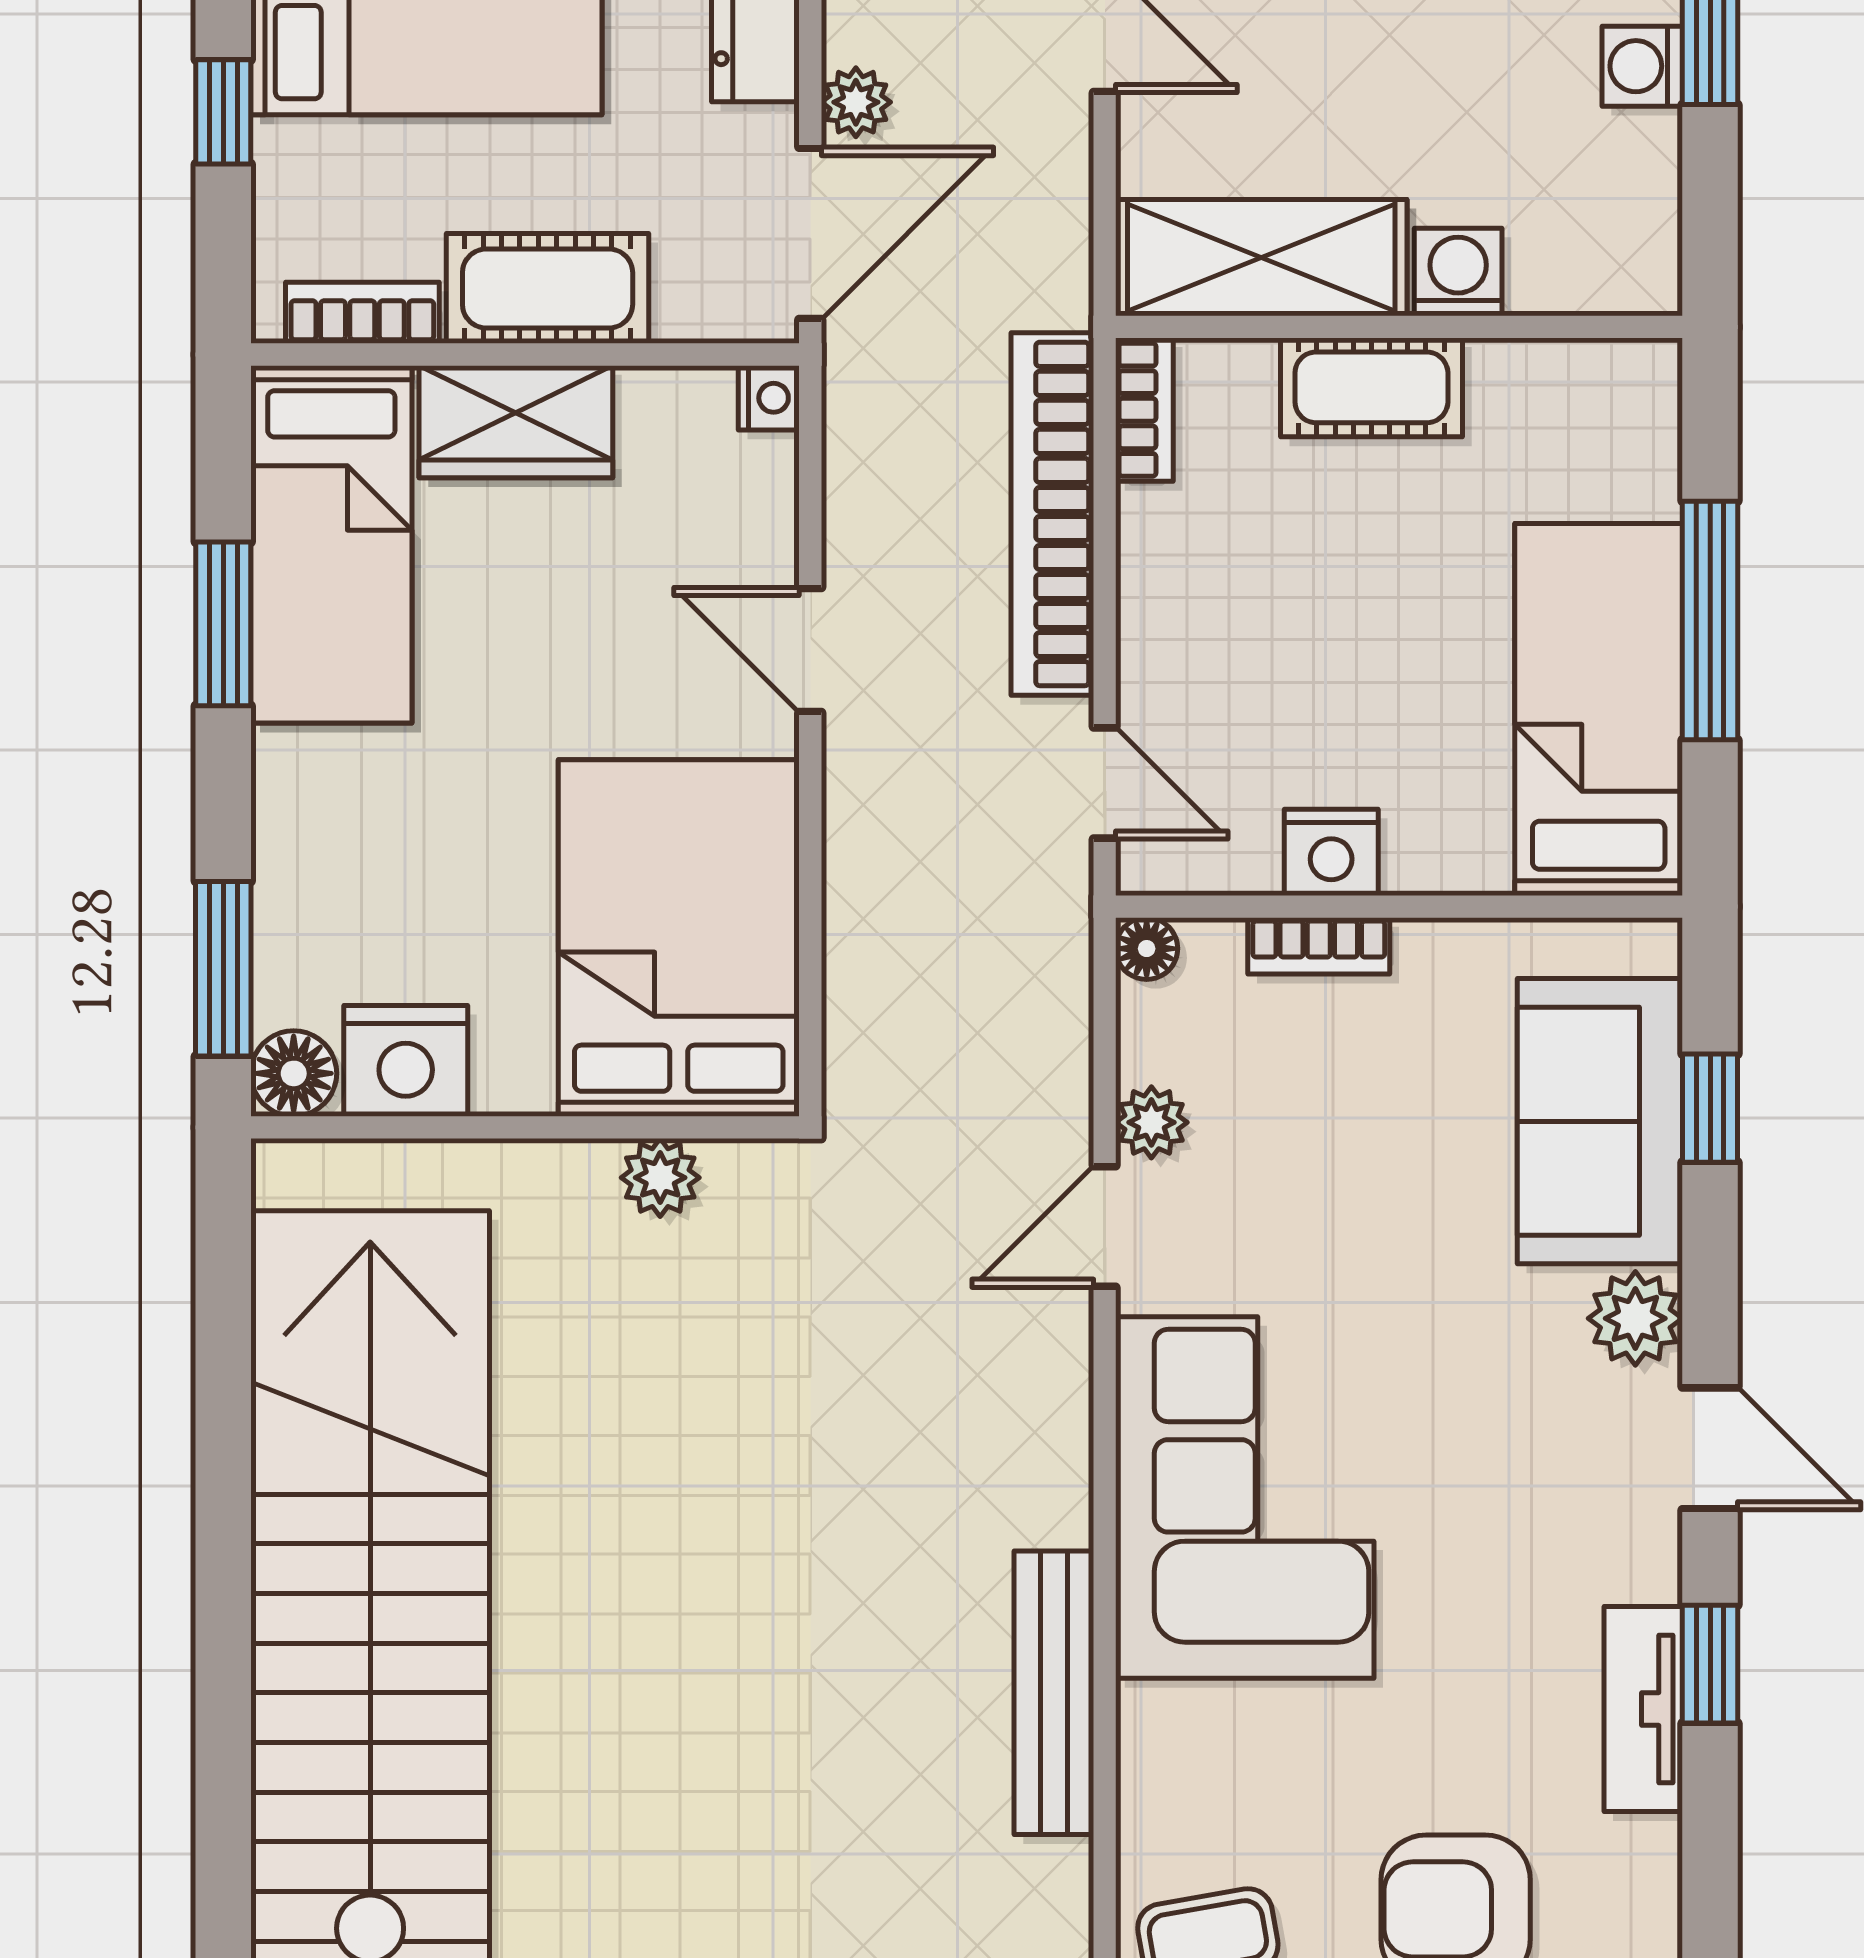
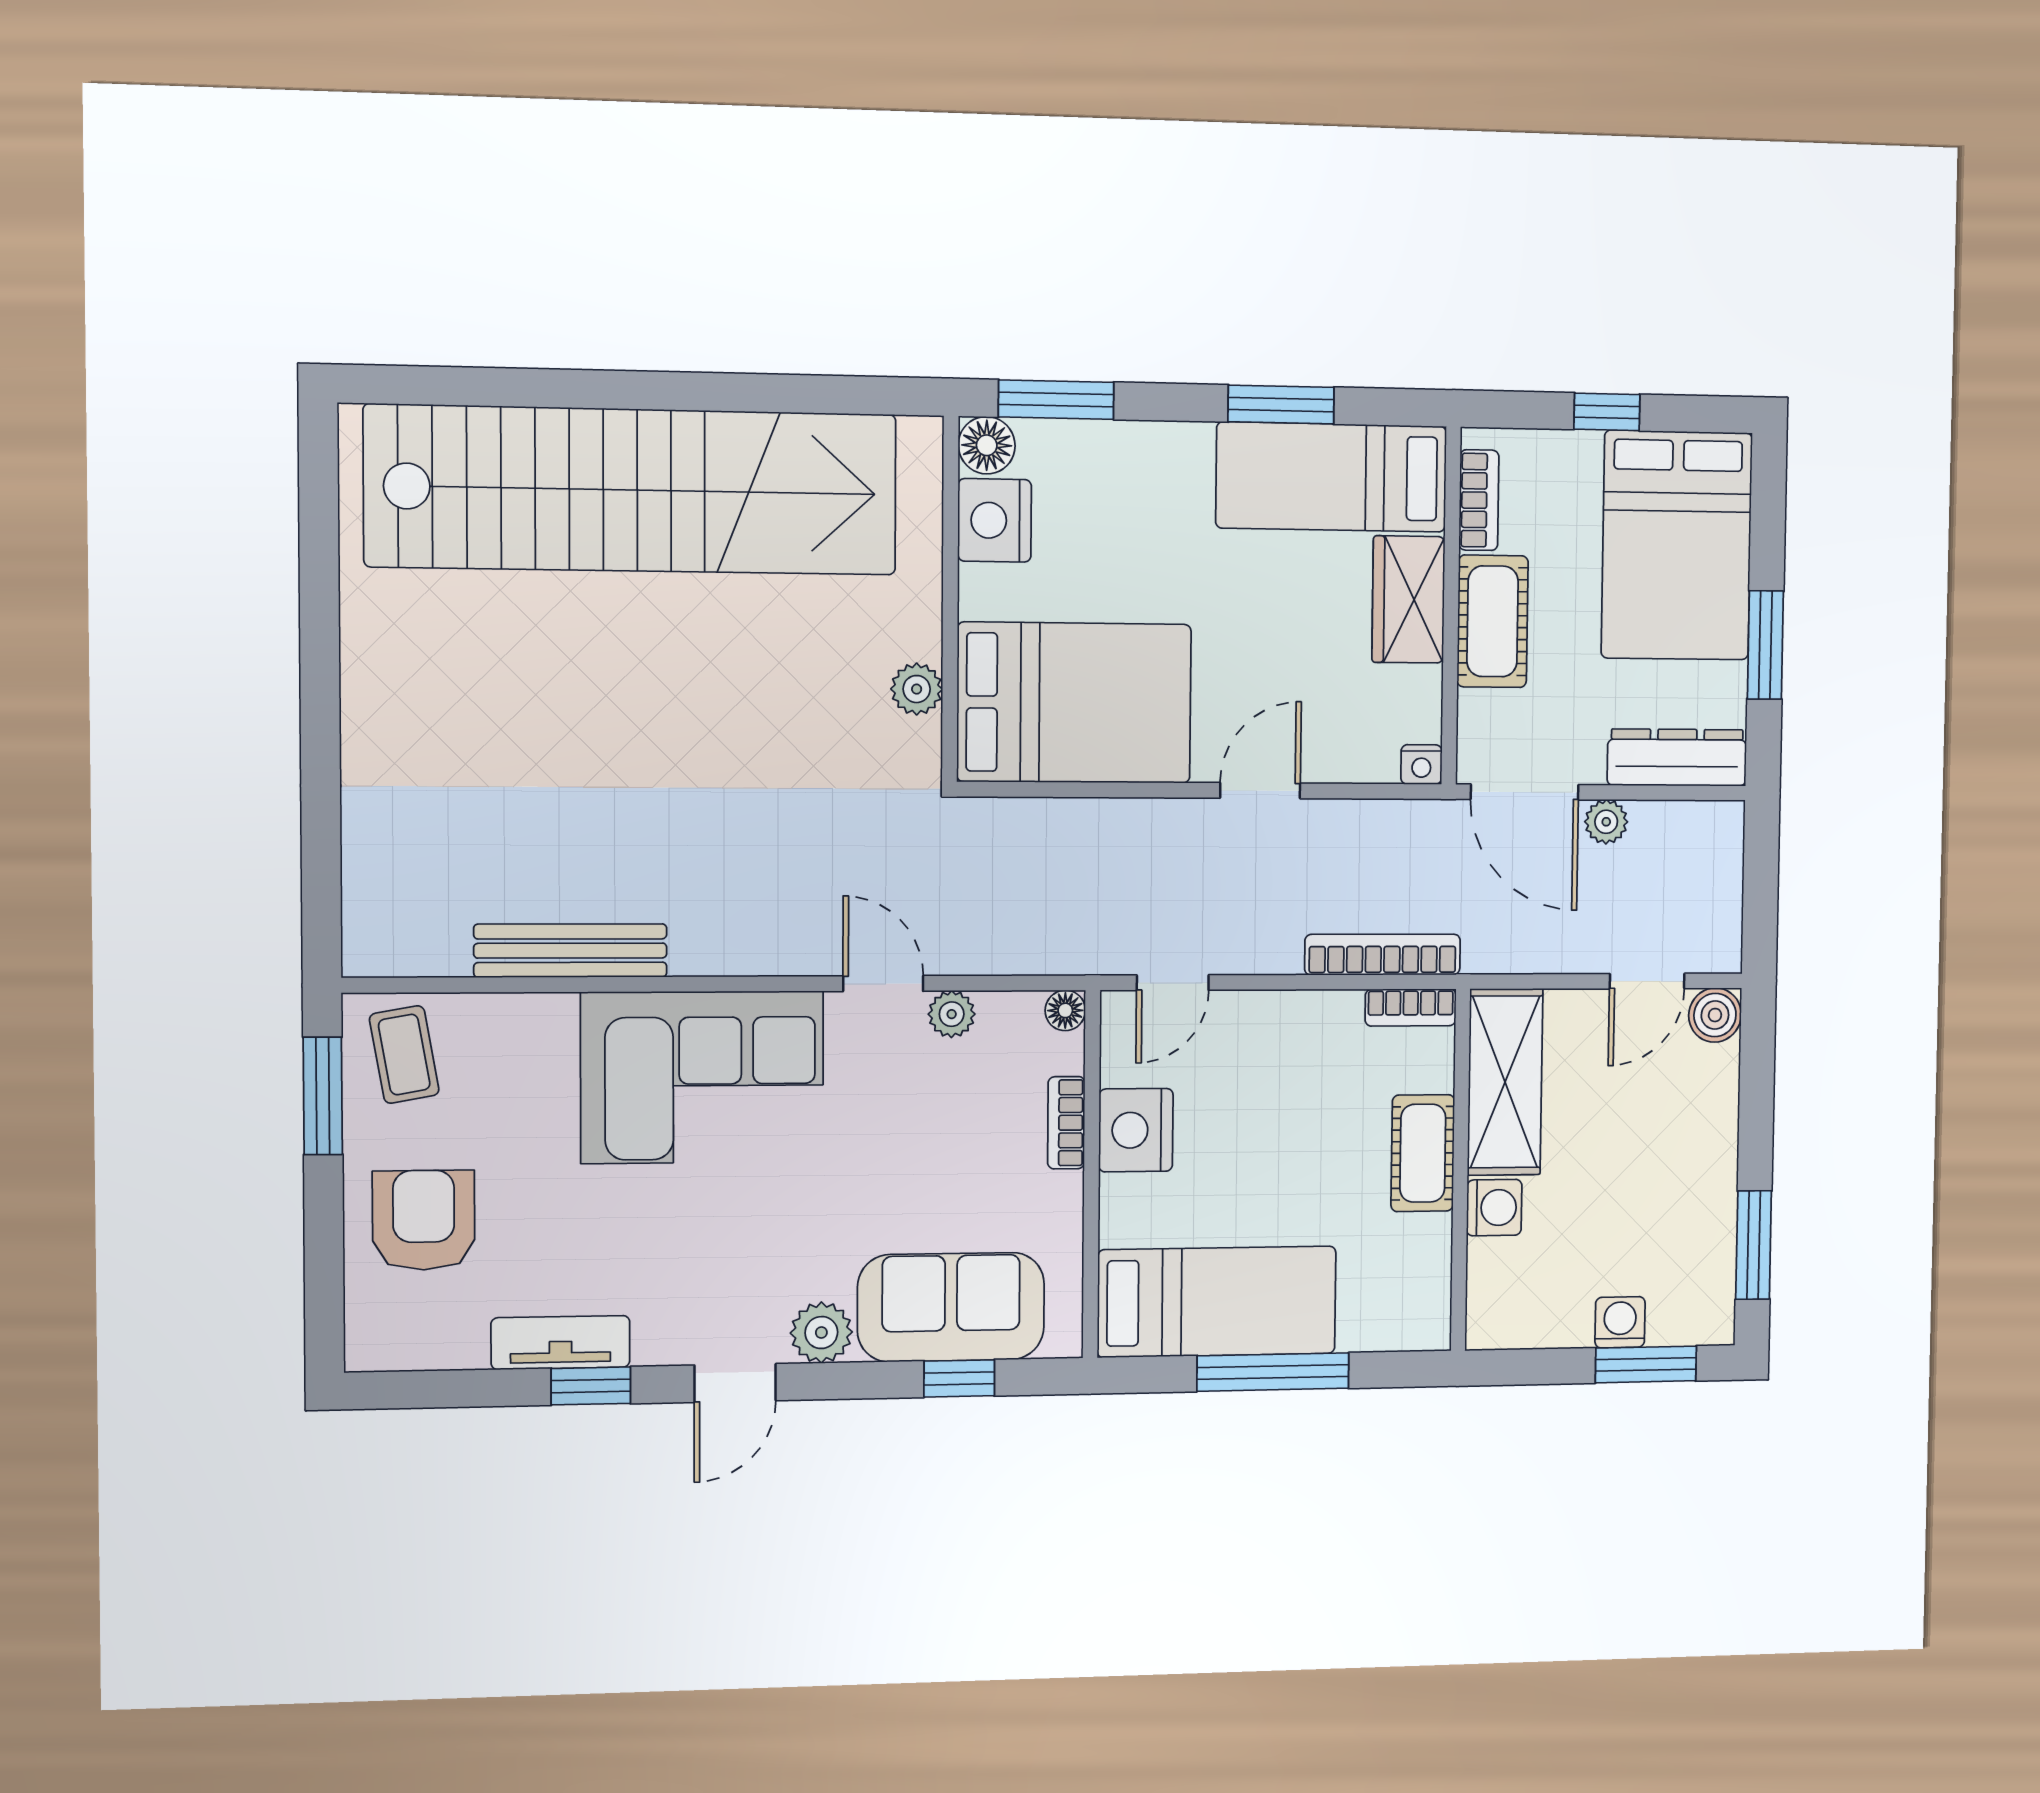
bookcase: (1052, 514) -> (1383, 955), width x0.68, depth x0.76
nightstand: (1331, 852) -> (1136, 1130), width x1.36, depth x1.33

